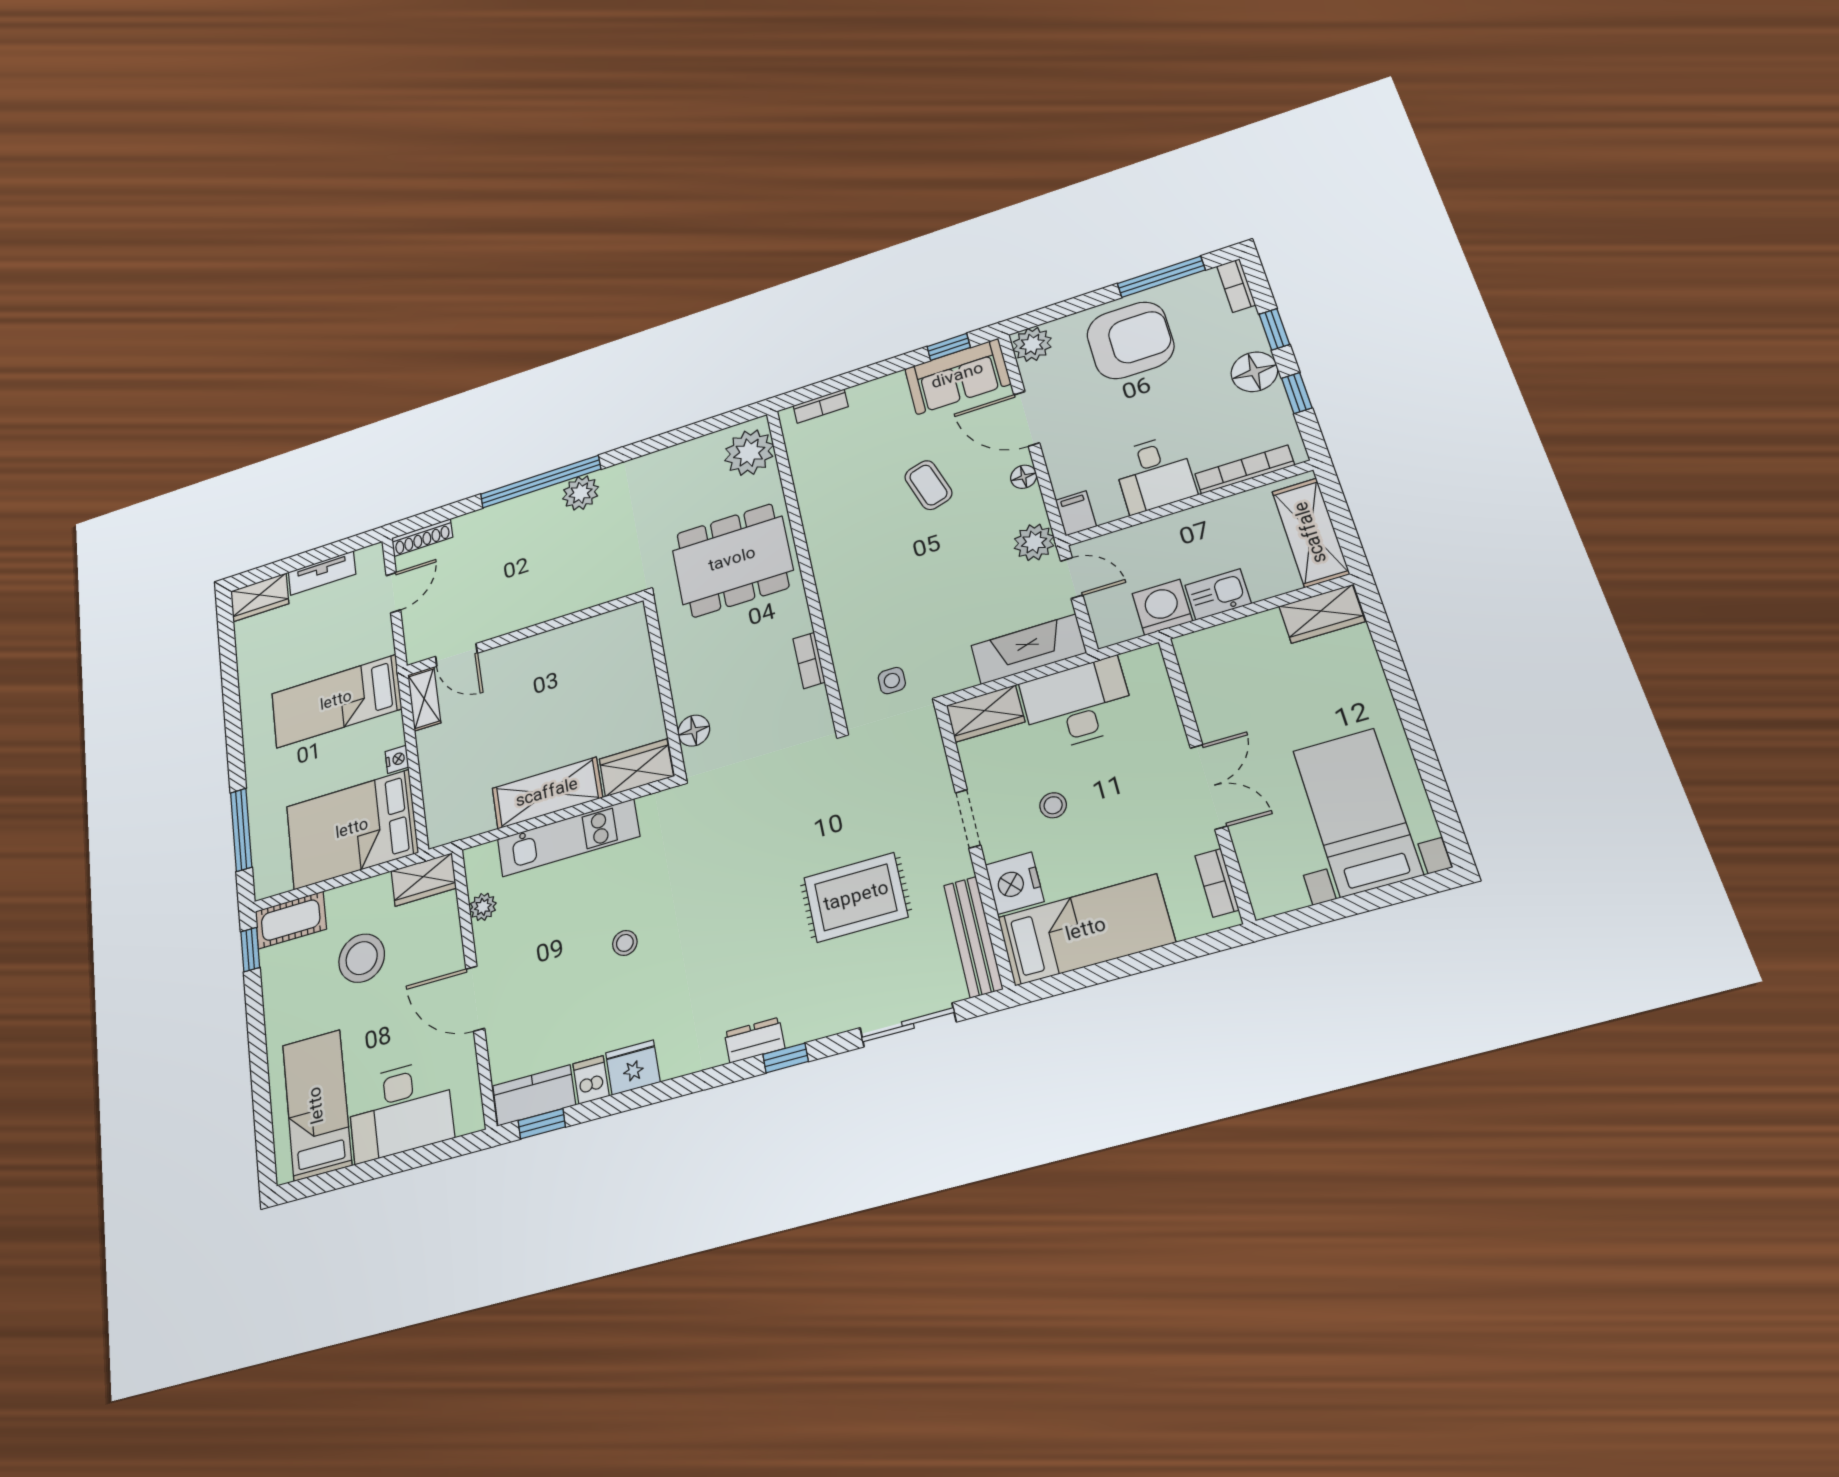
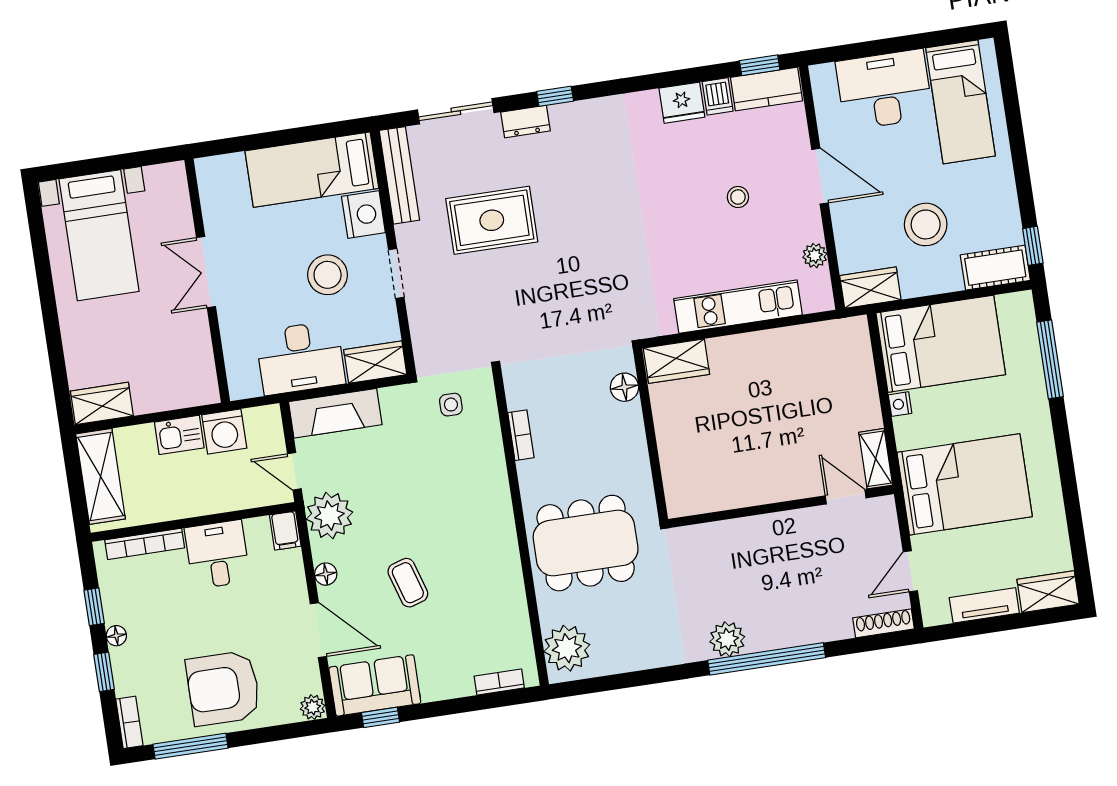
plant: (1032, 344) -> (313, 707), width x0.73, depth x0.73
floor lamp: (1254, 372) -> (116, 636), width x0.53, depth x0.53
plant: (1034, 542) -> (329, 516), width x1.36, depth x1.36
bed: (336, 701) -> (965, 484), width x1.50
shelving: (547, 793) -> (757, 350), removed
stool: (1053, 805) -> (328, 275), width x1.89, depth x1.89
bookcase: (1217, 883) -> (209, 194), removed
stool: (625, 943) -> (738, 197), moved
dresser: (754, 1040) -> (526, 122), moved

